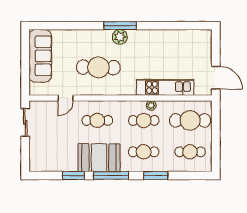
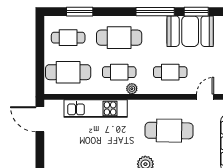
plant: (151, 105) -> (132, 89), moved
cafe table: (144, 152) -> (119, 38), width x1.37, depth x1.35
booth: (99, 158) -> (190, 31), moved
window: (156, 175) -> (80, 12), moved

